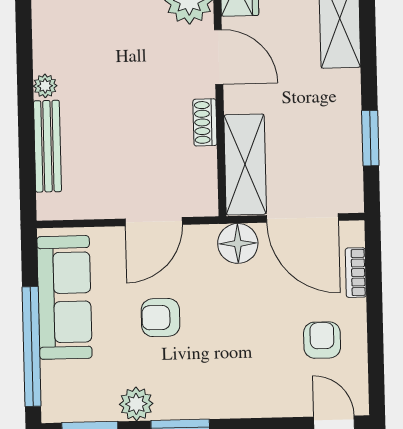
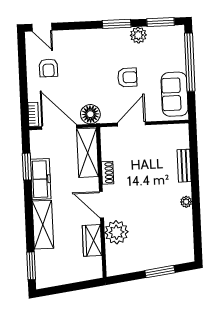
plant: (45, 86) -> (186, 202), moved
freezer: (342, 112) -> (41, 179), added
bench: (47, 146) -> (184, 166), width x0.73
bookcase: (356, 273) -> (33, 114), moved
sofa: (64, 297) -> (175, 94), width x0.73

